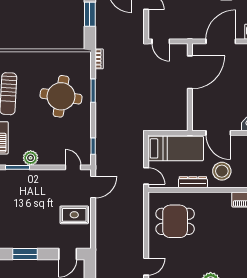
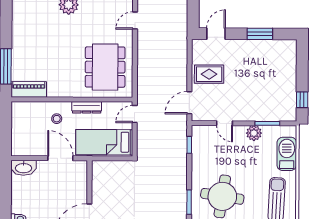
door: (73, 167) -> (225, 123), moved
stool: (222, 171) -> (57, 119), width x0.53, depth x0.53
door: (146, 176) -> (135, 114), hinge flipped
dining table: (175, 221) -> (105, 67), width x1.37

